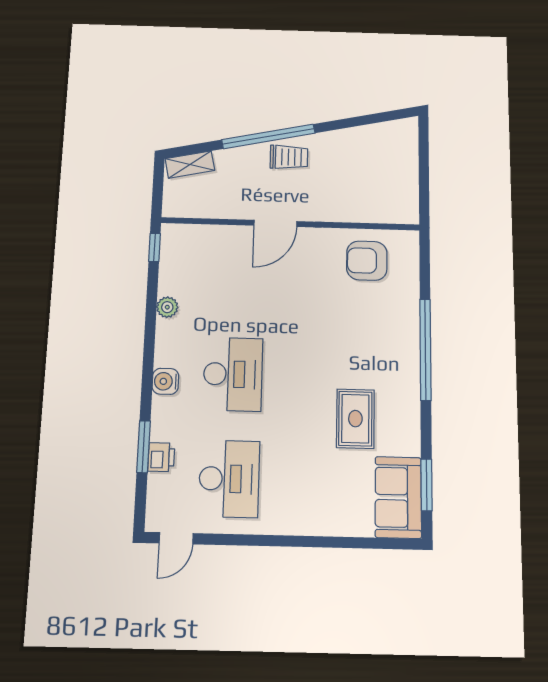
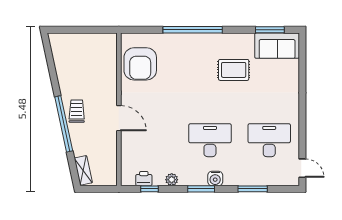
window: (155, 247) -> (149, 189), moved
armchair: (367, 261) -> (140, 64), width x1.36, depth x1.36
window: (148, 357) -> (201, 189), added
printer: (161, 457) -> (144, 179), moved

